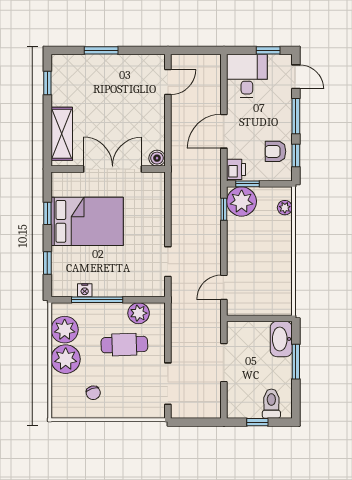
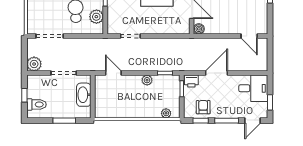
door: (224, 131) -> (217, 73), hinge flipped
plant: (242, 201) -> (147, 80), moved, width x0.53, depth x0.53
washbasin: (281, 339) -> (84, 95), moved, turned -90
plant: (210, 407) -> (34, 64), added

